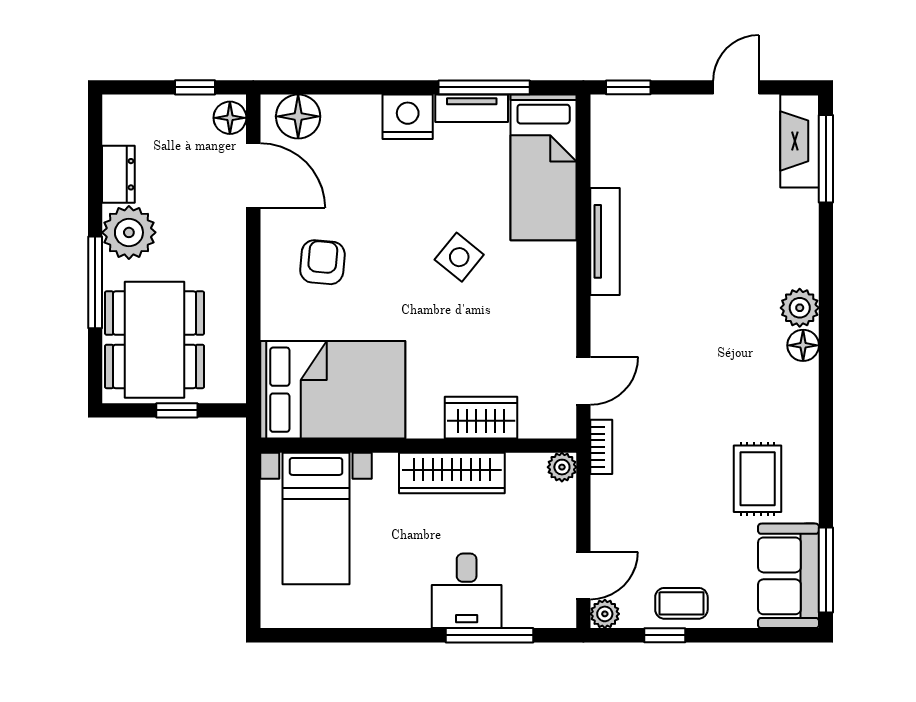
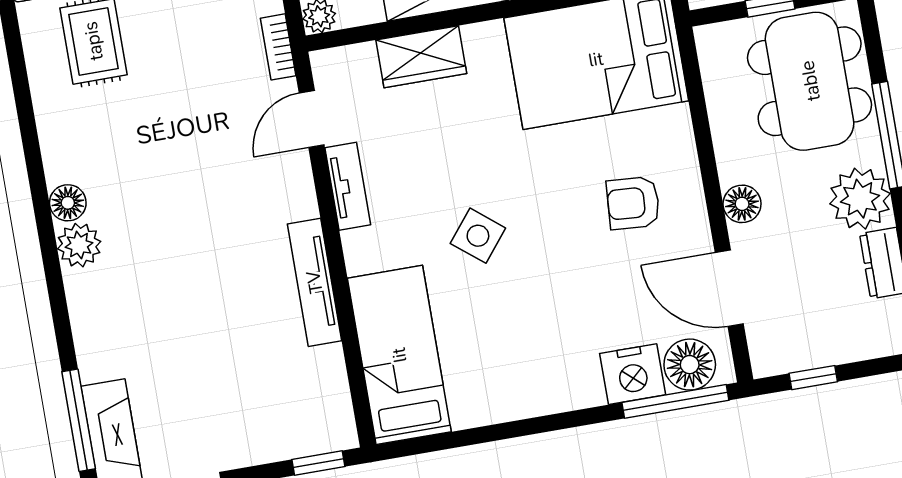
window: (484, 87) -> (675, 401), moved
tv unit: (472, 108) -> (348, 186), moved, turned 90
nightstand: (408, 117) -> (633, 374), moved
floor lamp: (230, 118) -> (742, 204), moved
armchair: (322, 262) -> (633, 203), turned 89

